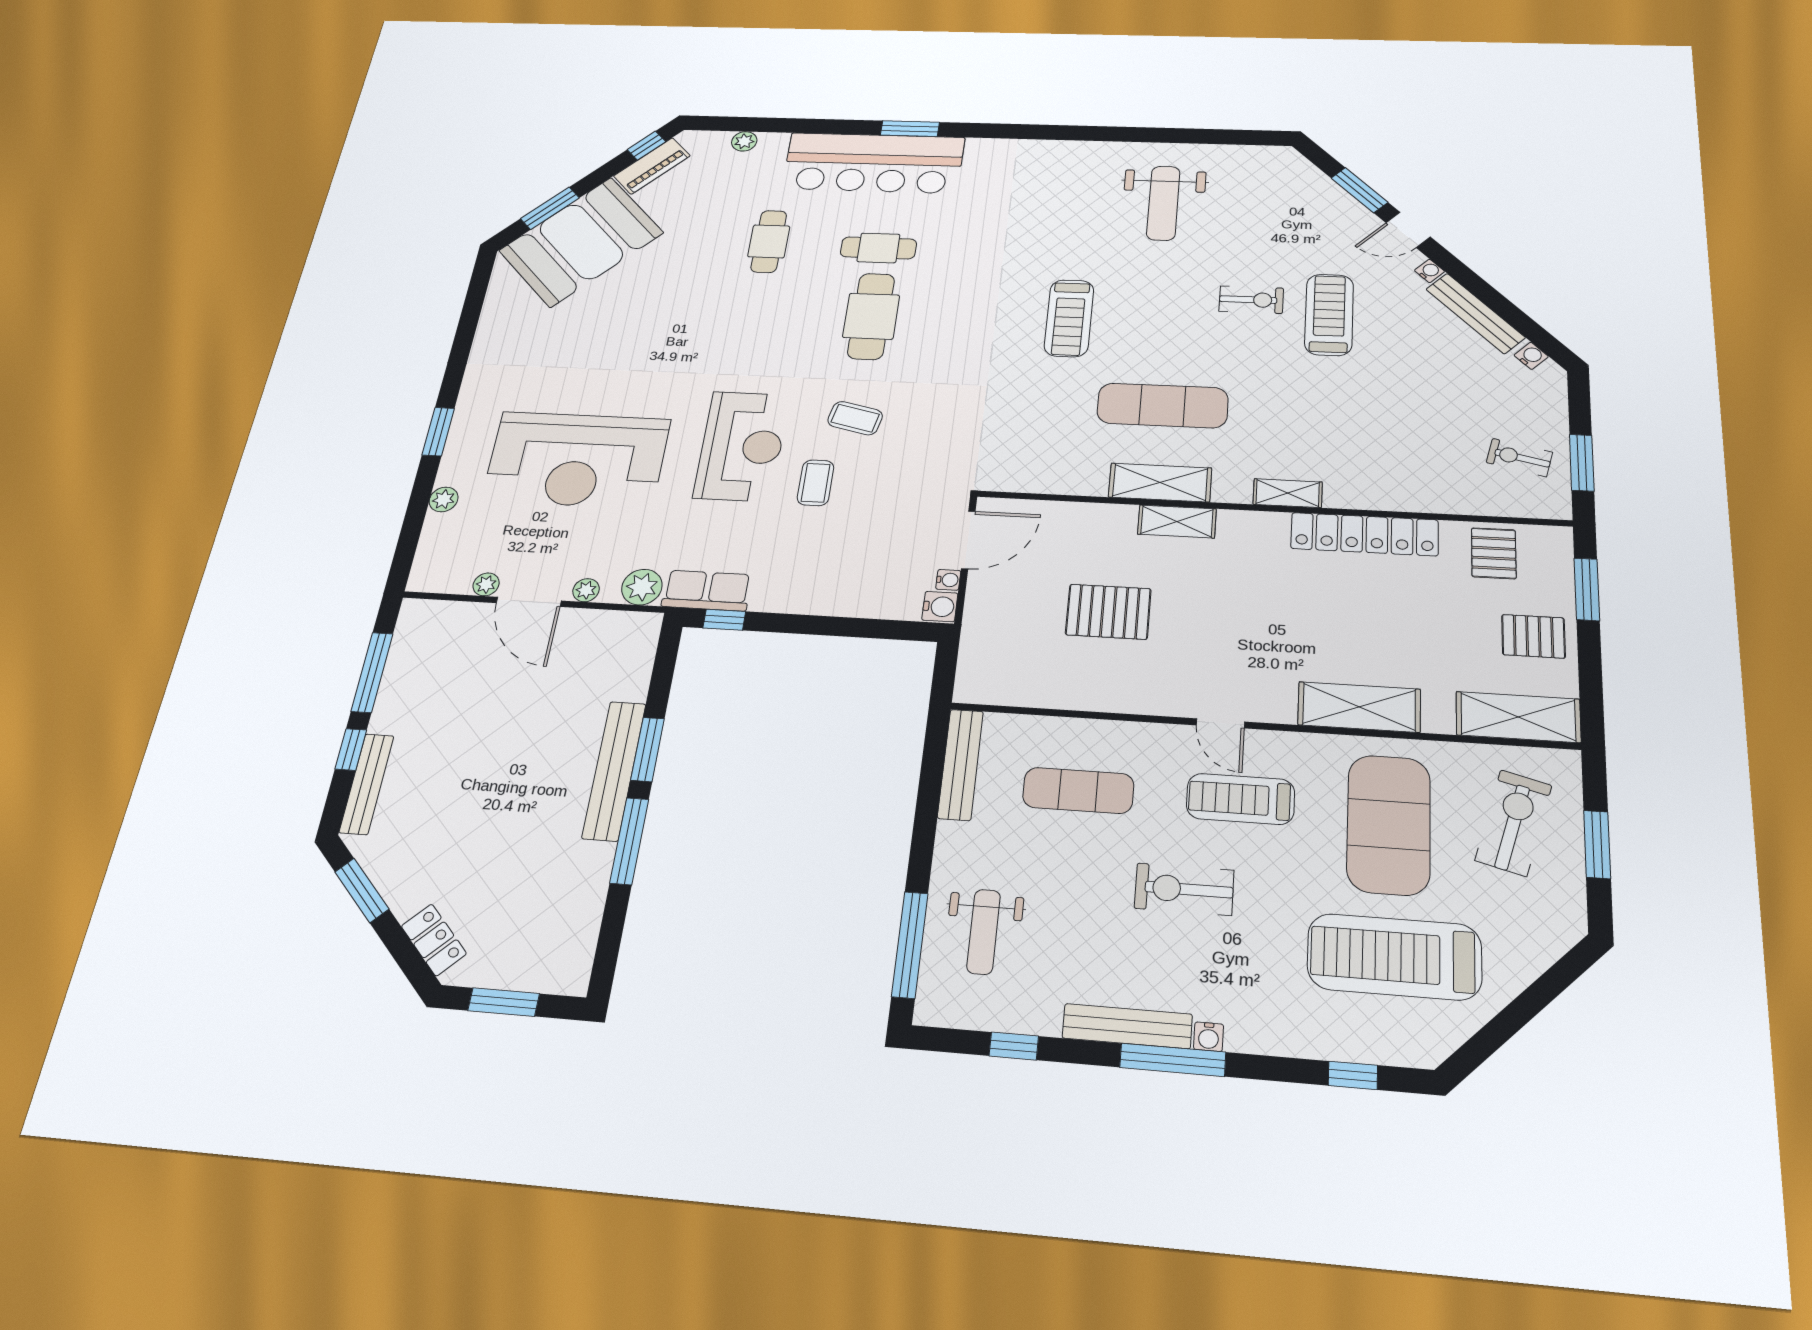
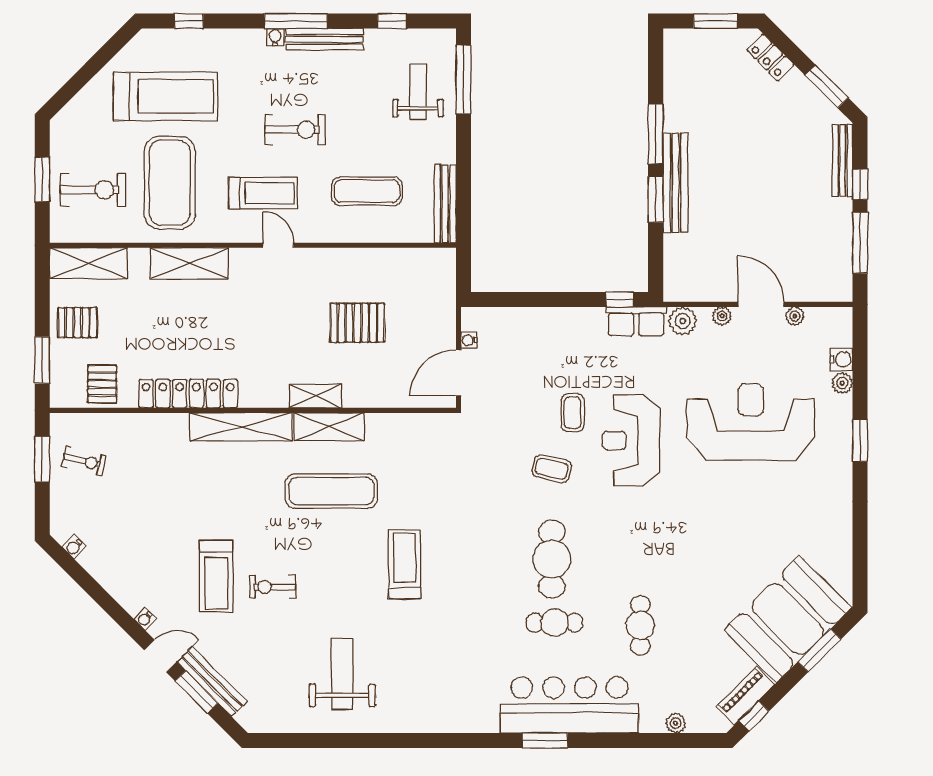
bench: (1475, 313) -> (212, 682), moved
shelving: (1288, 493) -> (241, 427), width x2.20, depth x1.33
water cooler: (940, 607) -> (841, 359), moved, turned 180
exercise bike: (1514, 823) -> (93, 190), turned -105

